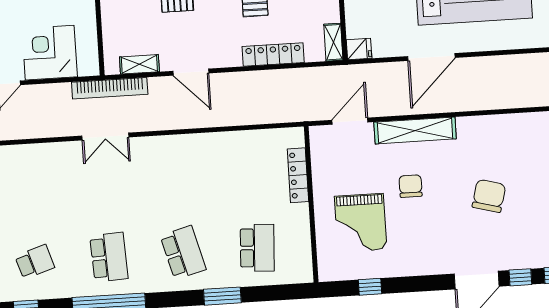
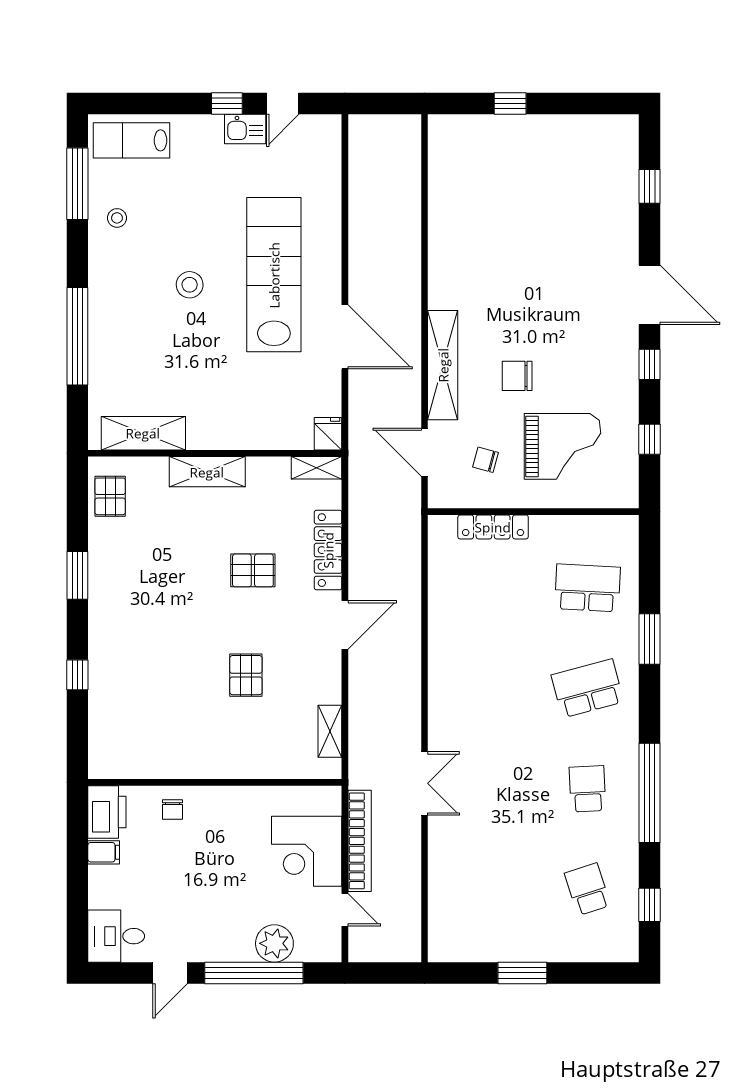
door: (191, 72) -> (345, 625), moved
bookcase: (110, 88) -> (360, 841), moved
chair: (489, 196) -> (486, 460), moved, width x0.54, depth x0.54
school desk: (109, 257) -> (588, 789), width x0.54
window: (520, 277) -> (650, 364), moved

